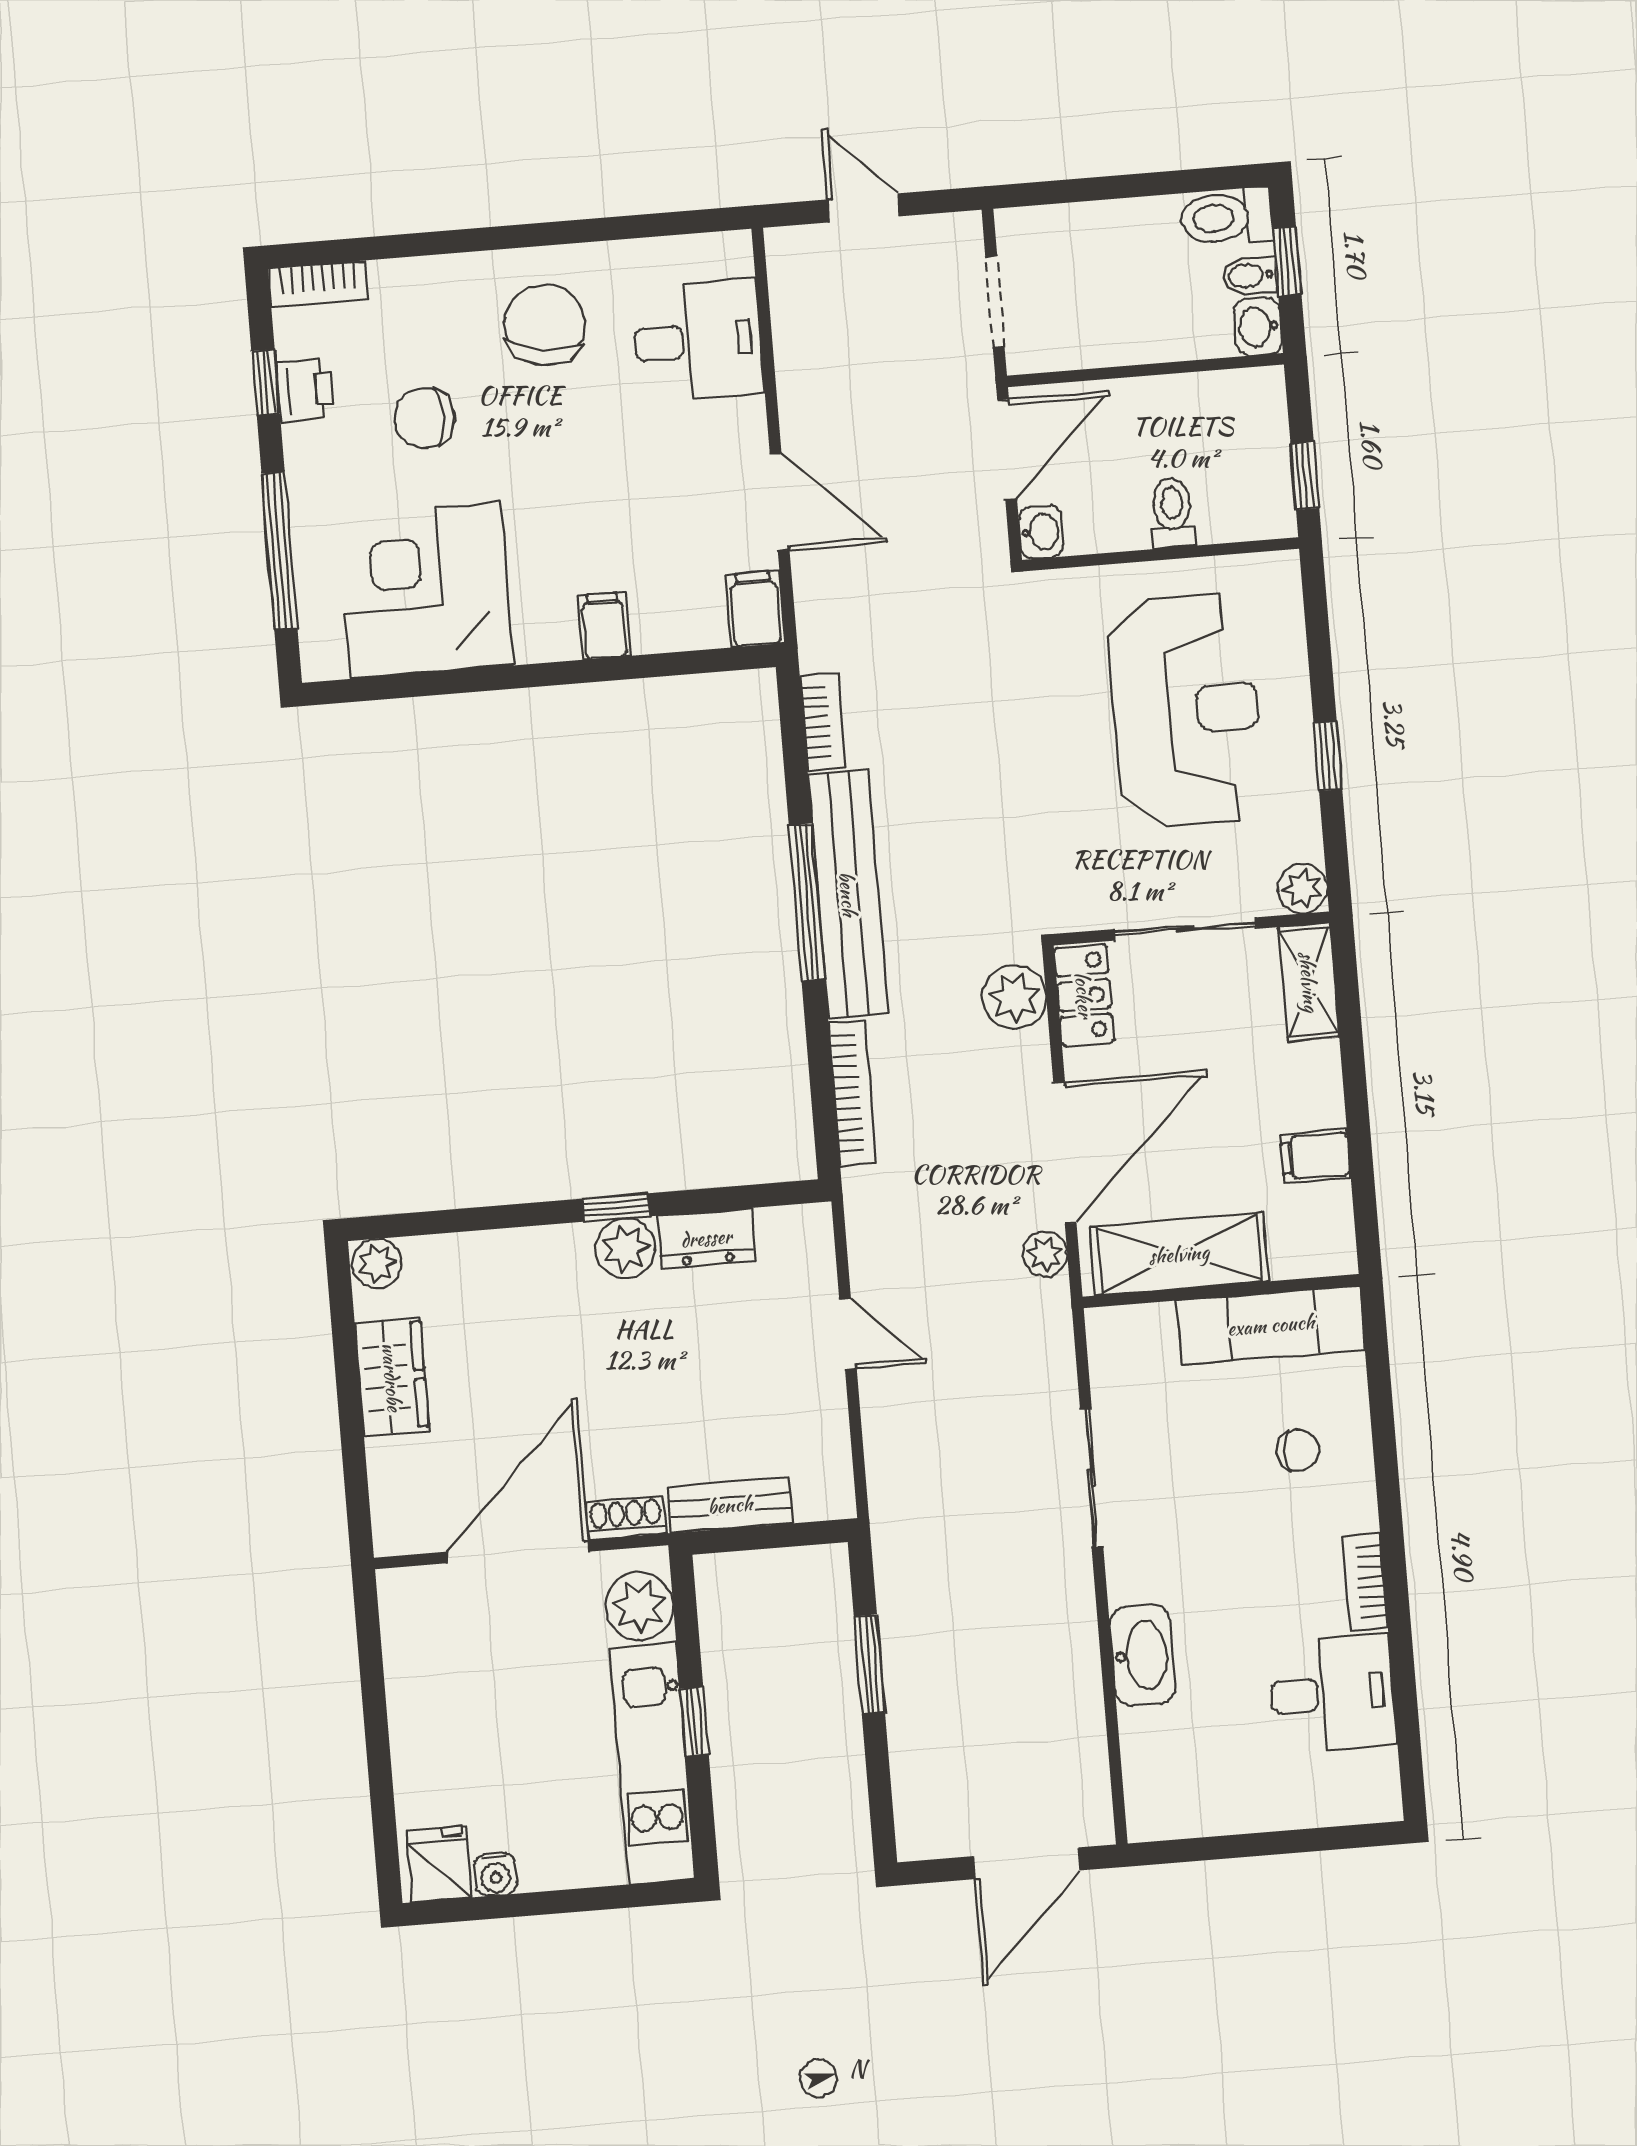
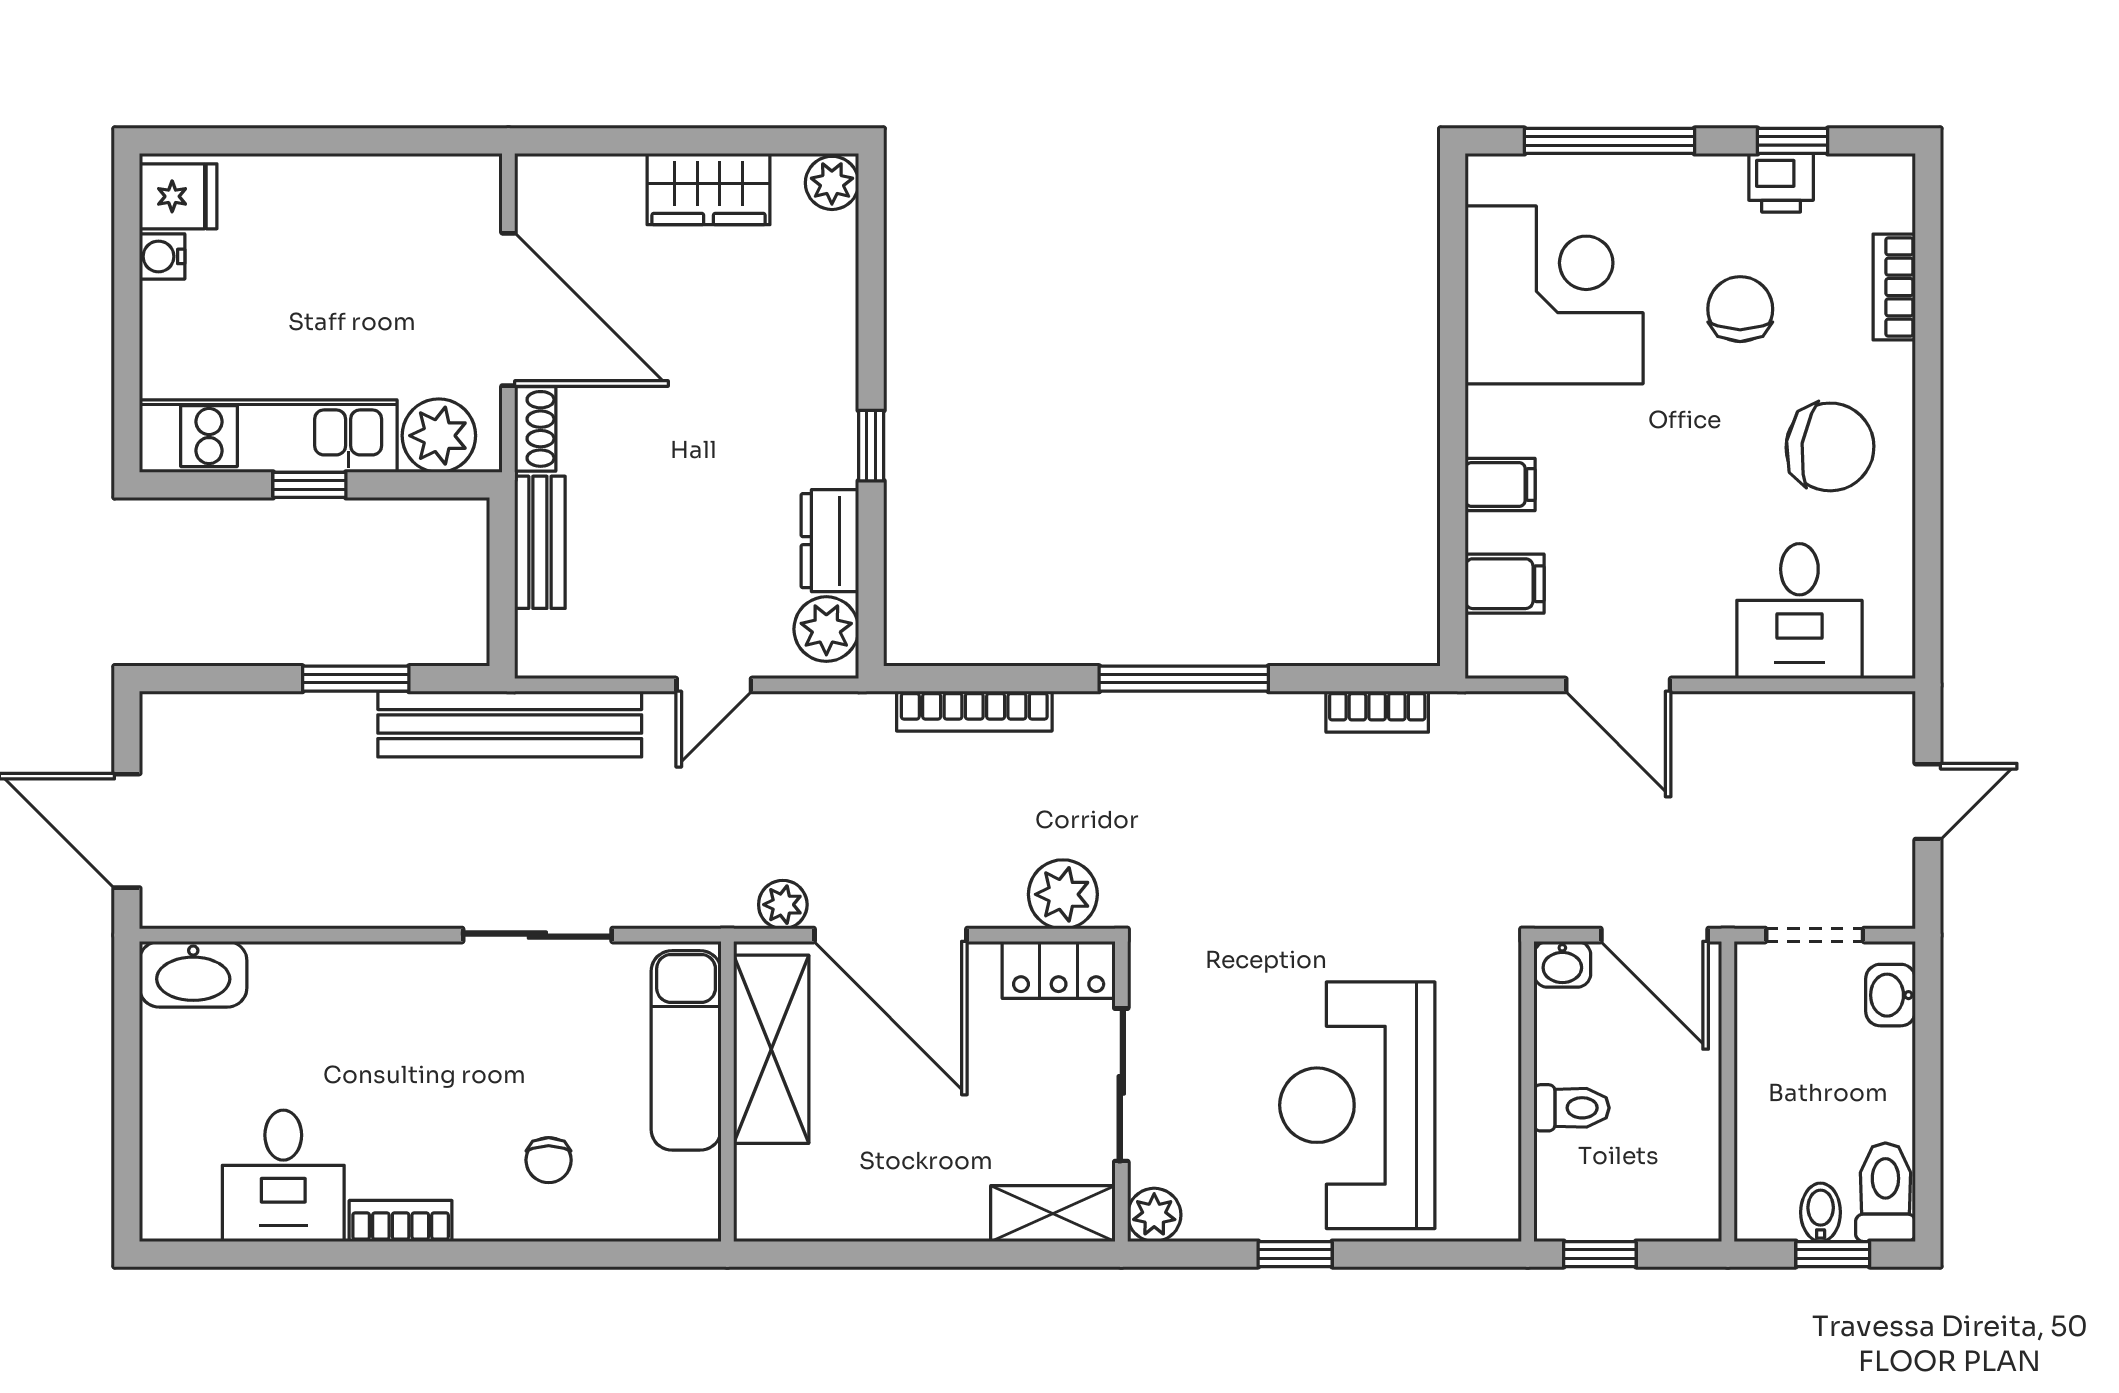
bookcase: (318, 284) -> (1894, 287), moved
washbasin: (1258, 327) -> (1891, 995), moved, turned -90
door: (780, 502) -> (1618, 685), hinge flipped
filing cabinet: (755, 609) -> (1505, 584), moved
reception desk: (1186, 710) -> (1357, 1105), turned 90
bench: (848, 894) -> (510, 724), moved
filing cabinet: (1316, 1156) -> (864, 1205), removed
plant: (625, 1248) -> (826, 629), moved
exam couch: (1271, 1325) -> (686, 1050), moved
washbasin: (1142, 1655) -> (193, 974), moved

